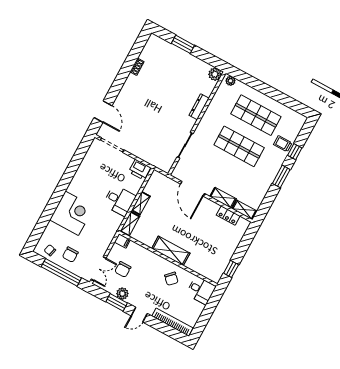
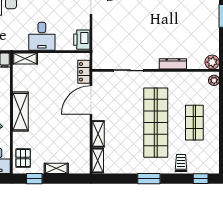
shop shelf: (256, 115) -> (194, 123), width x0.70, depth x0.74
shop shelf: (239, 146) -> (156, 123), width x1.40
window: (295, 152) -> (201, 179), moved
shelving: (141, 203) -> (56, 168), moved
locker: (228, 216) -> (84, 72), moved
pallet: (209, 269) -> (23, 158), added

